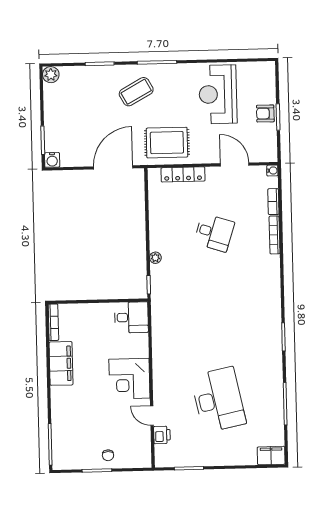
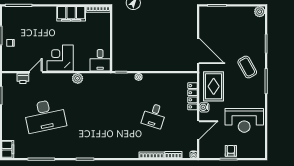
reception desk: (218, 94) -> (244, 120), turned 180
water cooler: (52, 160) -> (204, 107), moved
plant: (160, 351) -> (78, 78), added

